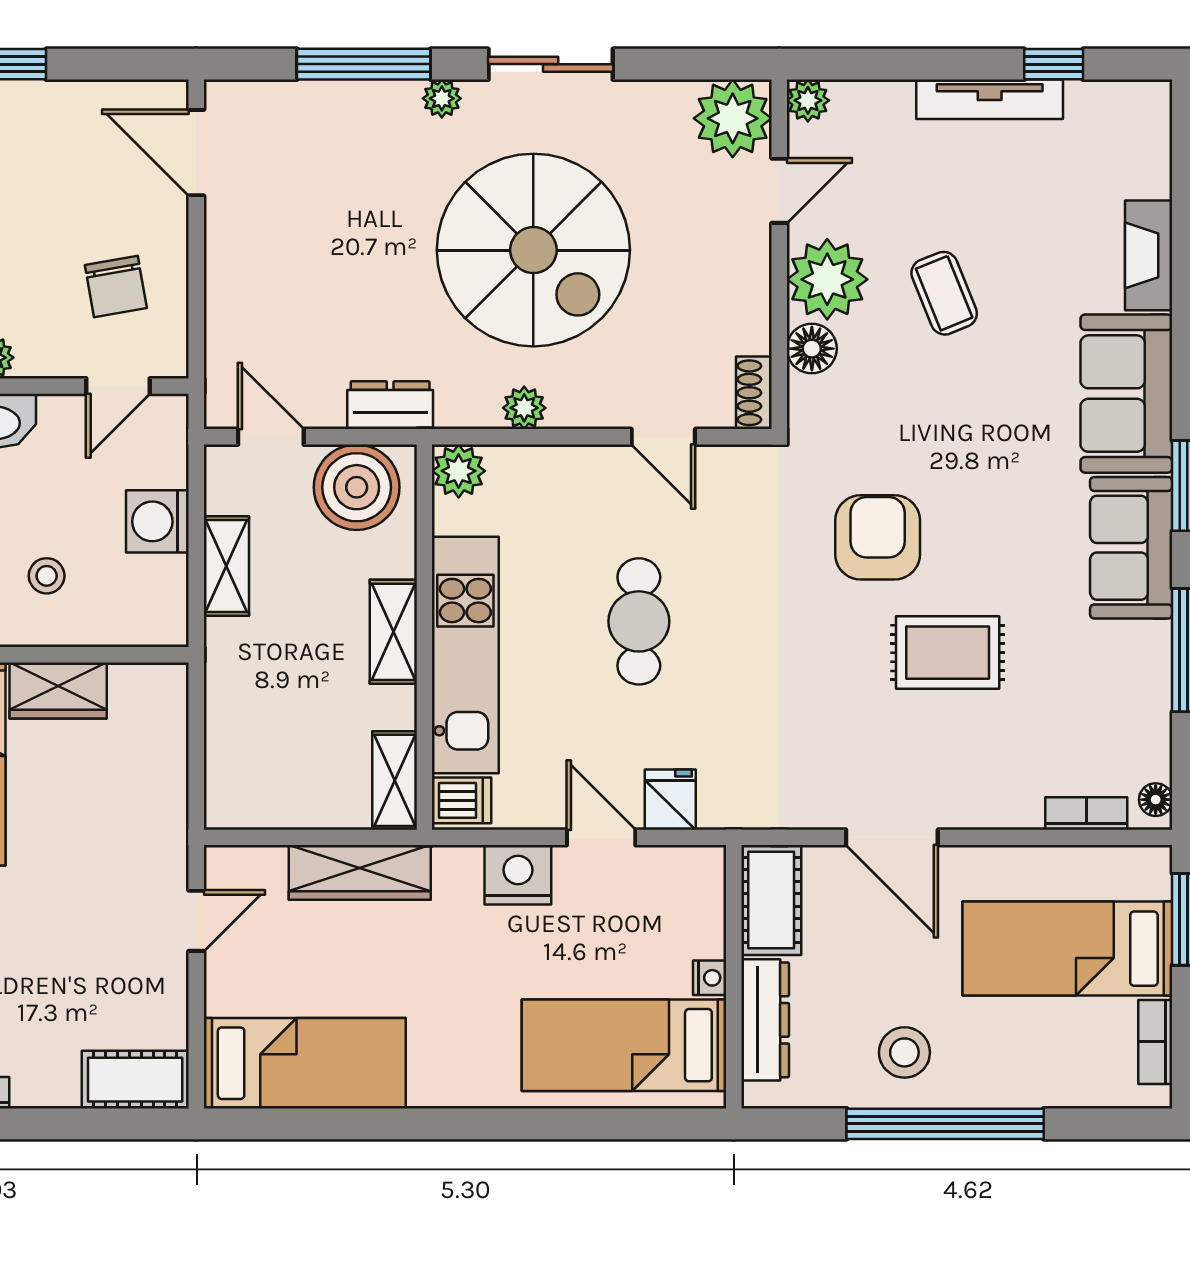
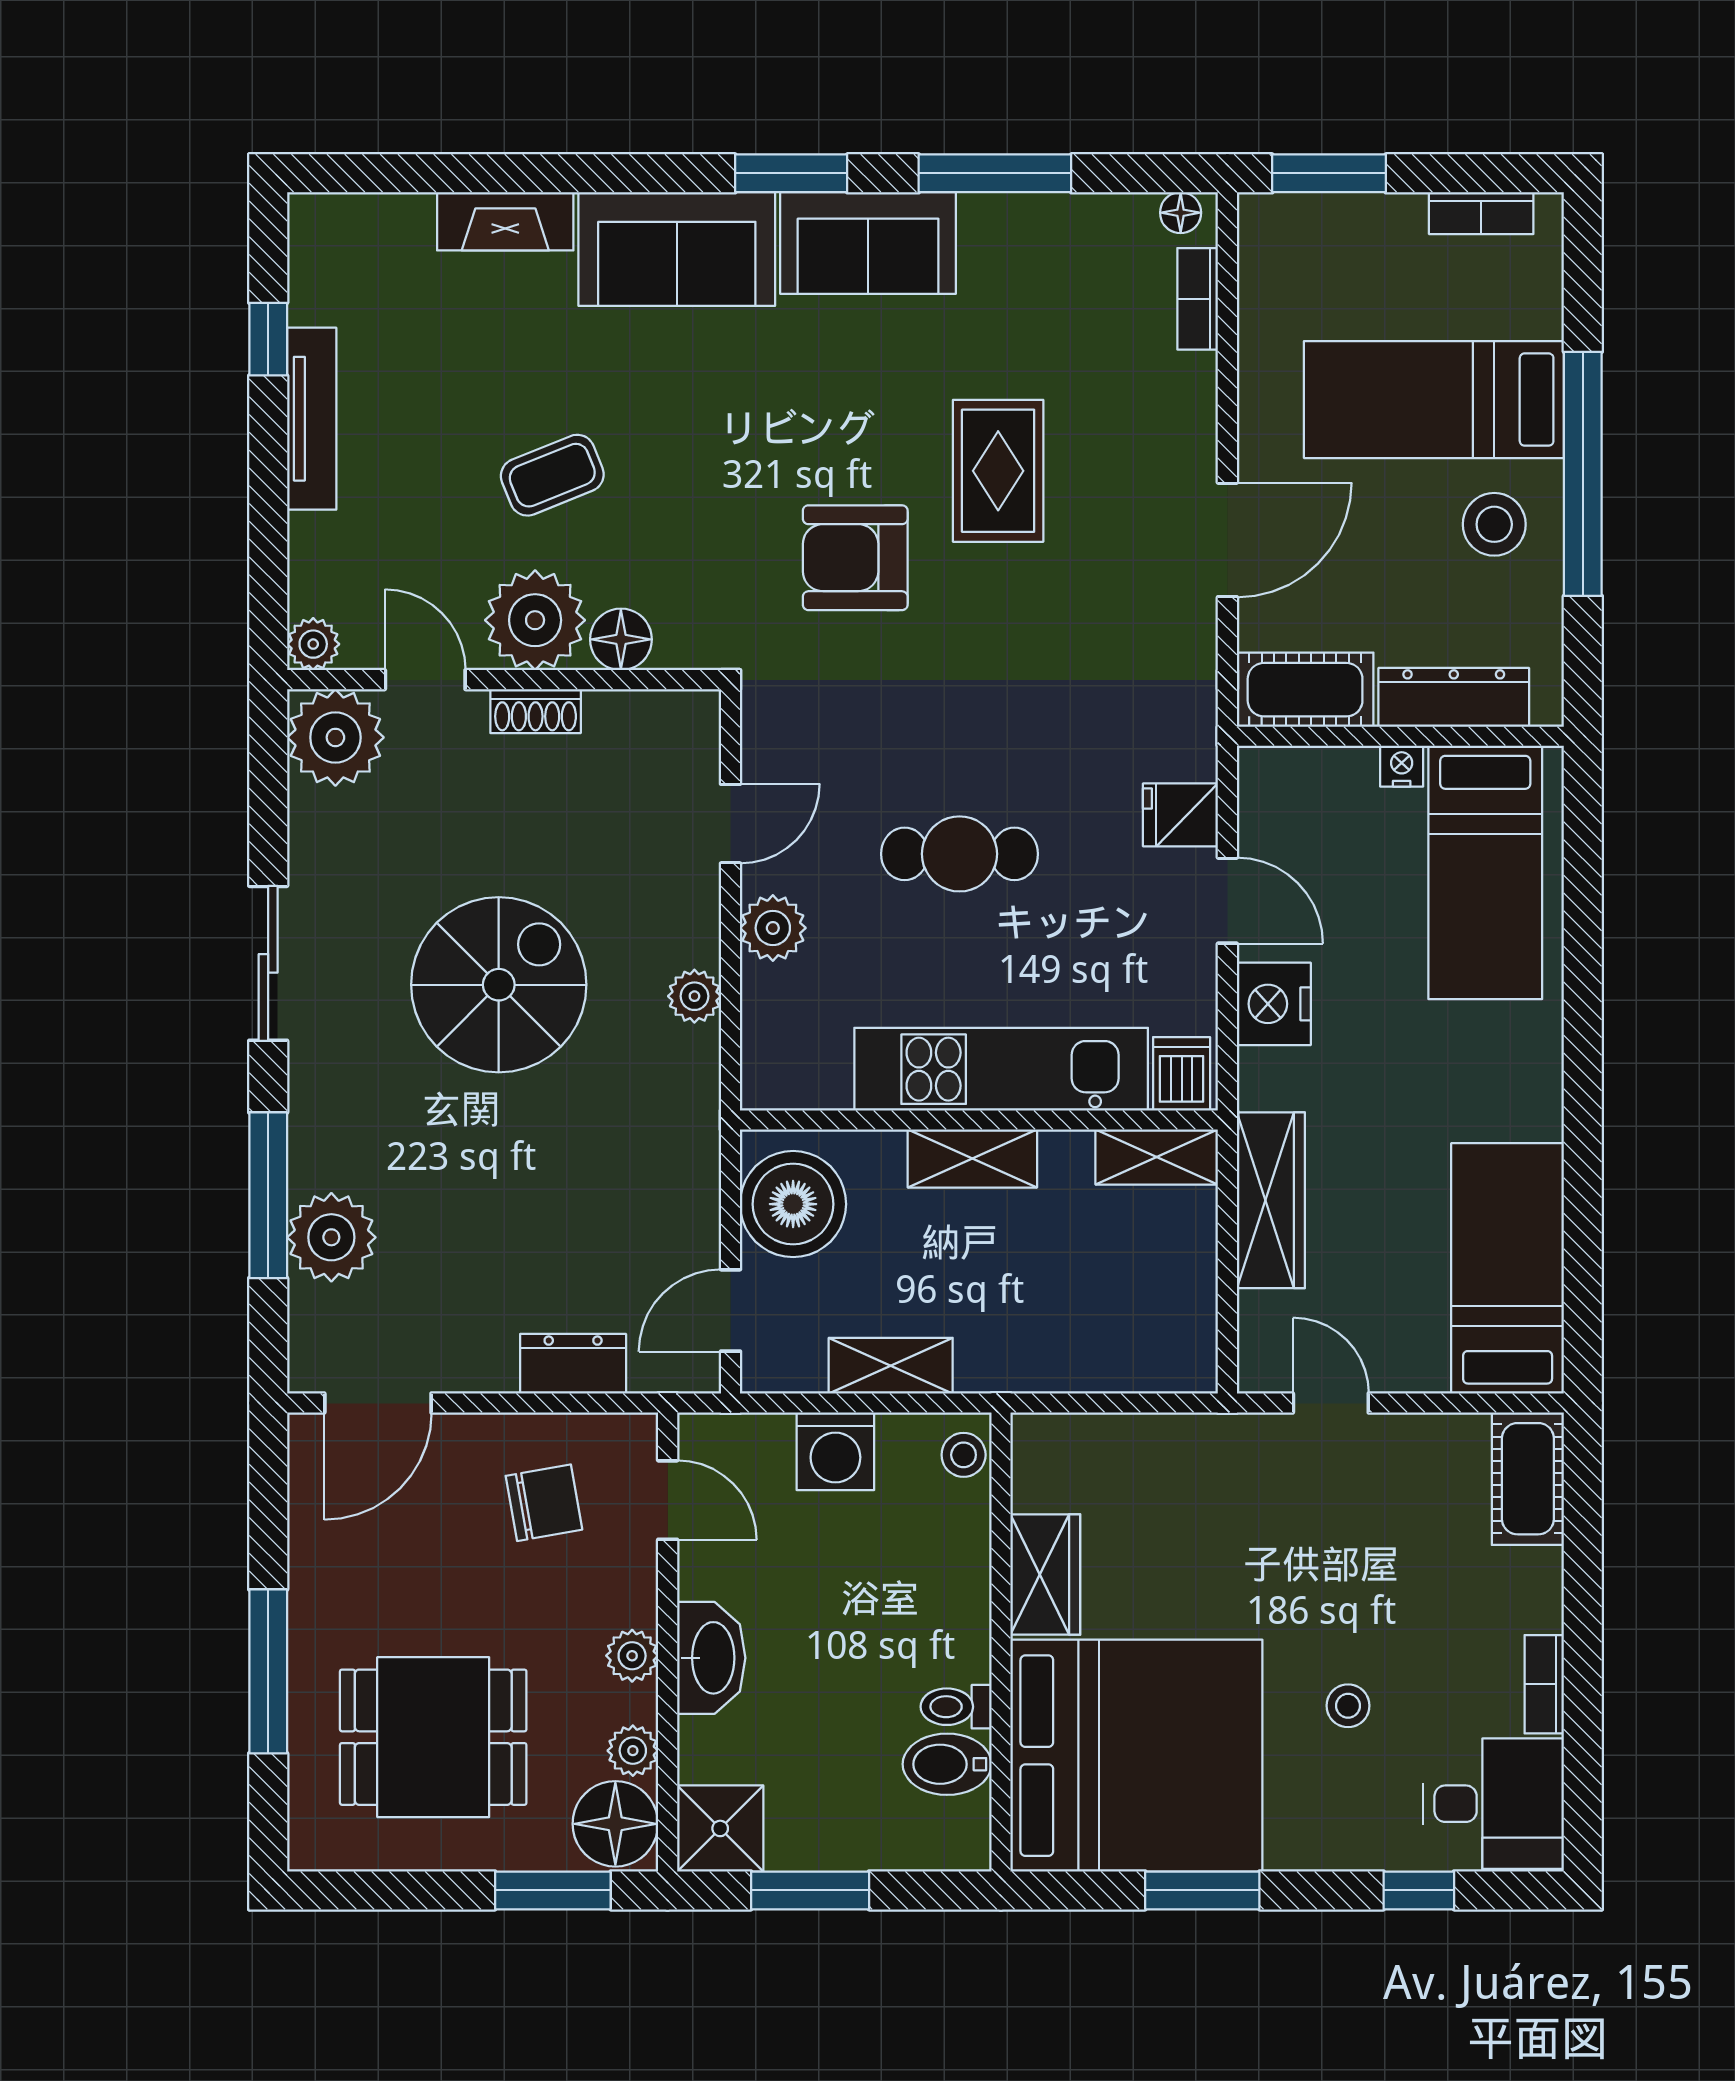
plant: (442, 98) -> (331, 1237), moved, width x1.87, depth x1.87
spiral stairs: (533, 250) -> (499, 985), width x0.73, depth x0.73
shoe rack: (754, 393) -> (536, 711), moved
dresser: (390, 405) -> (573, 1364), moved, turned 90
plant: (459, 471) -> (773, 928), moved
stool: (47, 576) -> (964, 1455), moved
door: (601, 837) -> (1227, 901), swing flipped
bed: (1067, 949) -> (1434, 400), moved, turned 90

